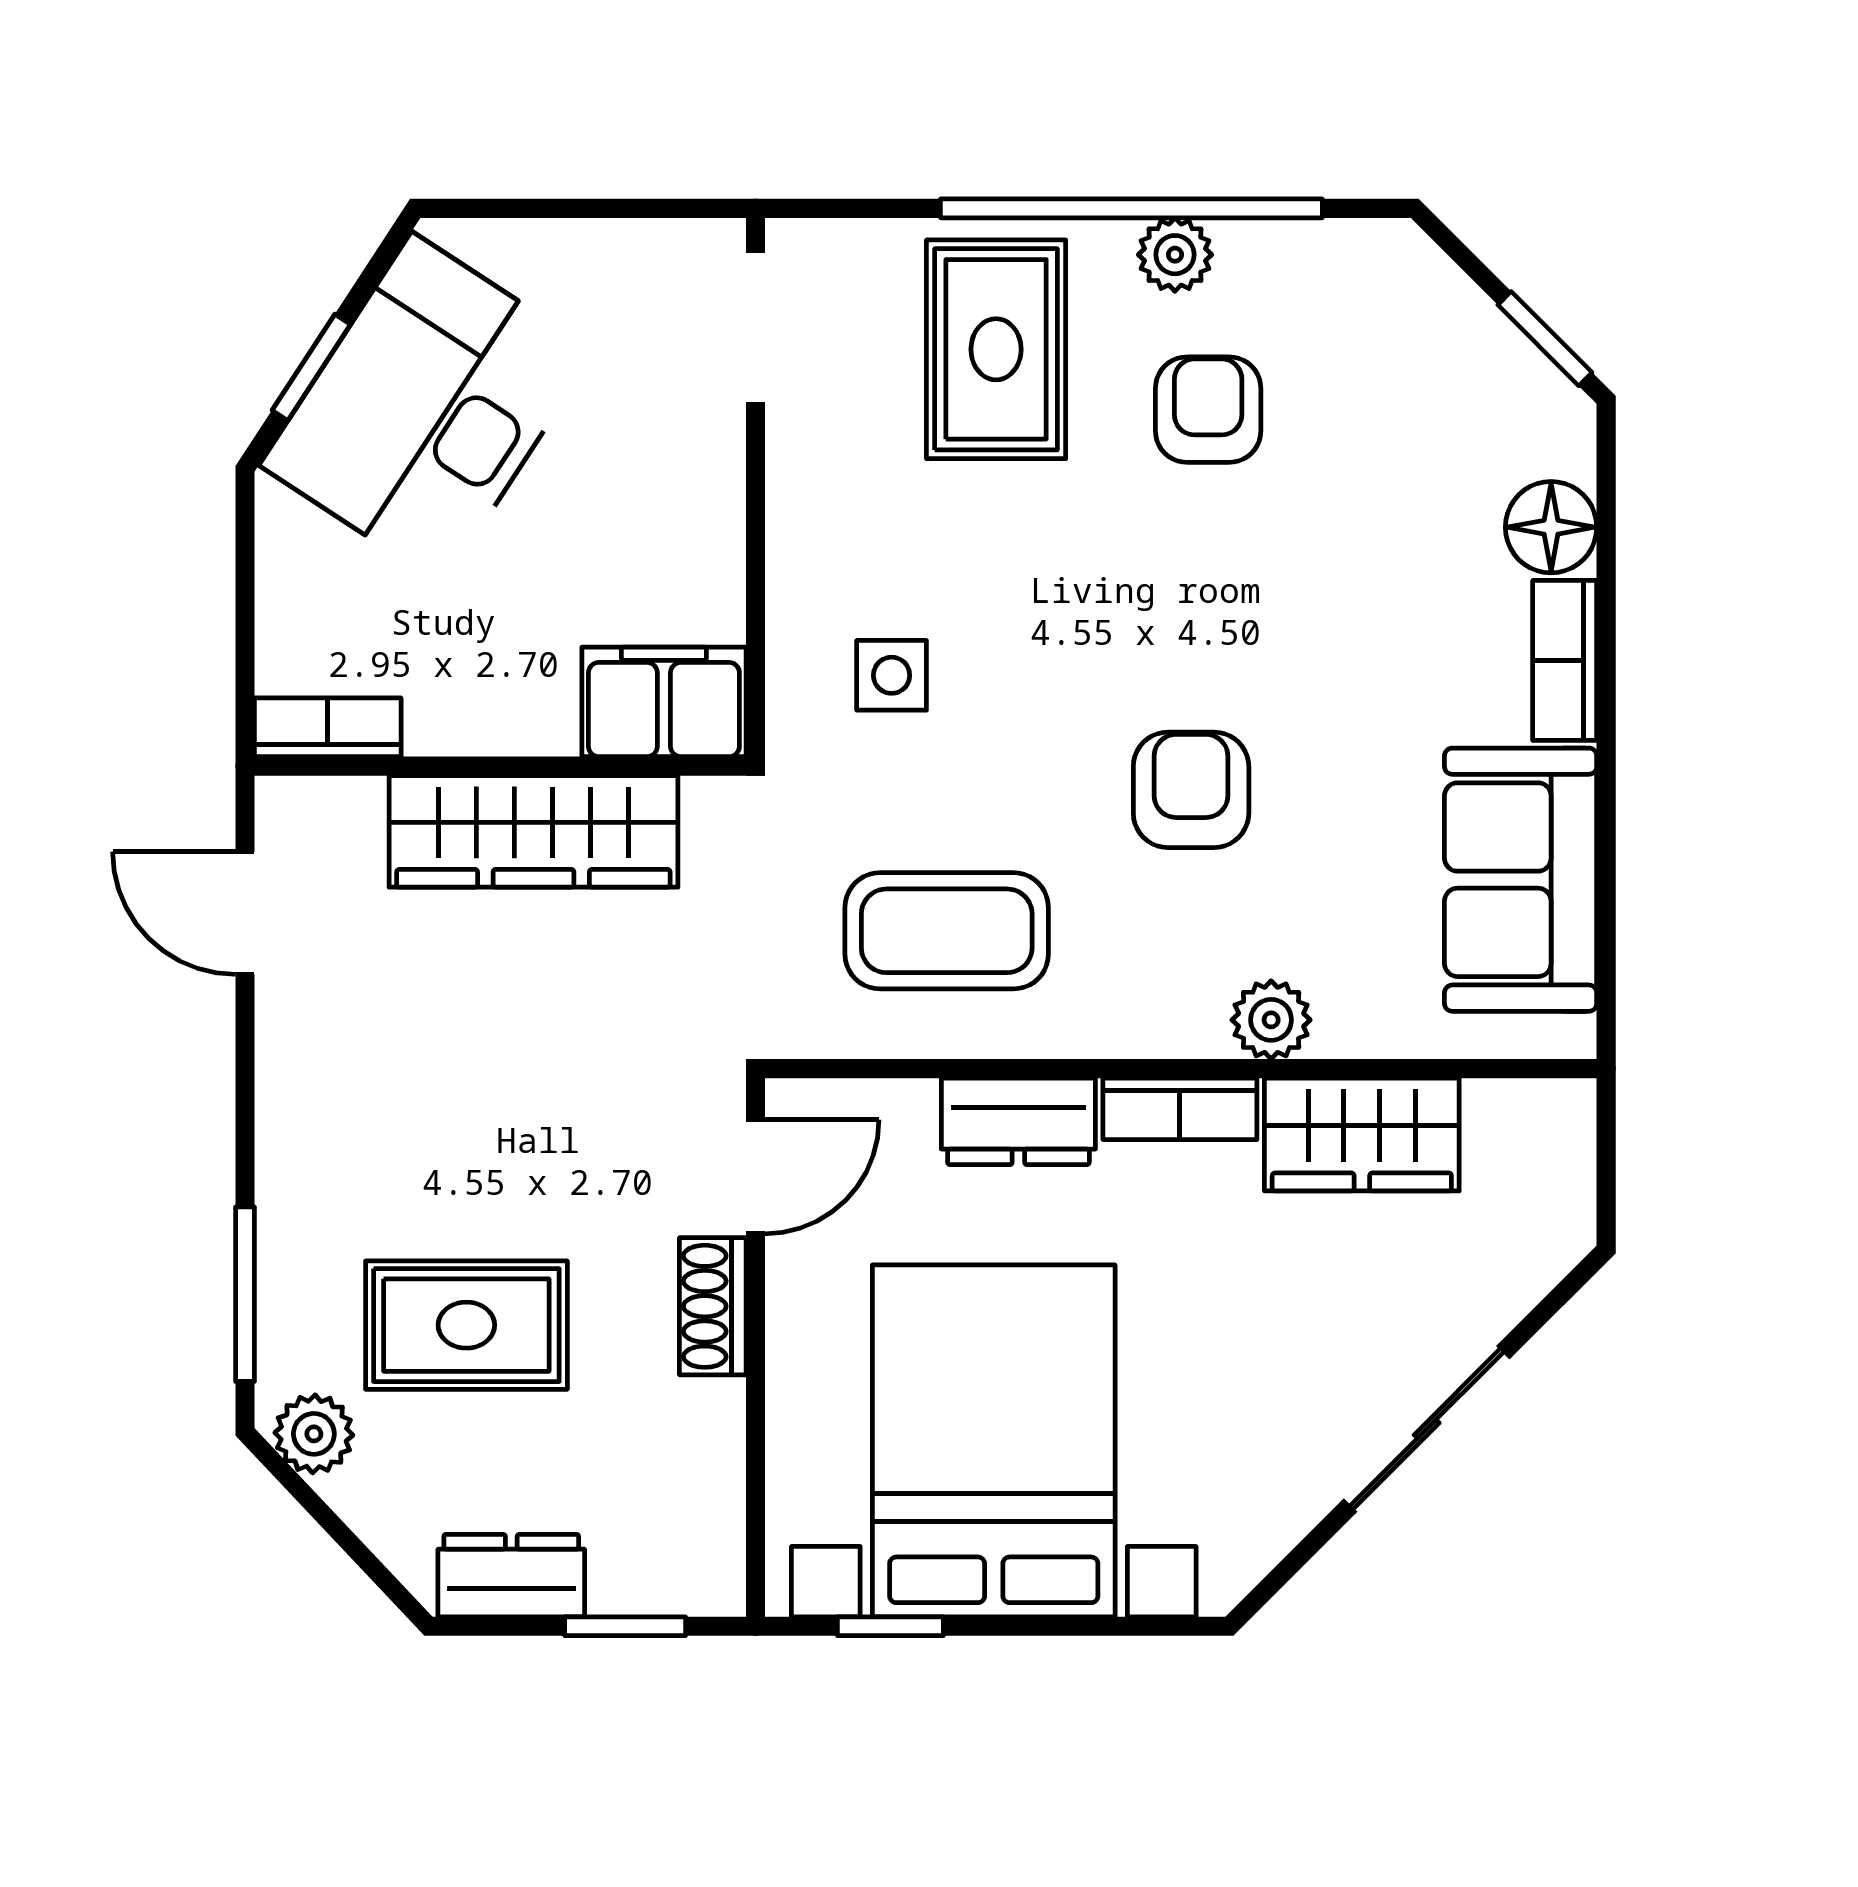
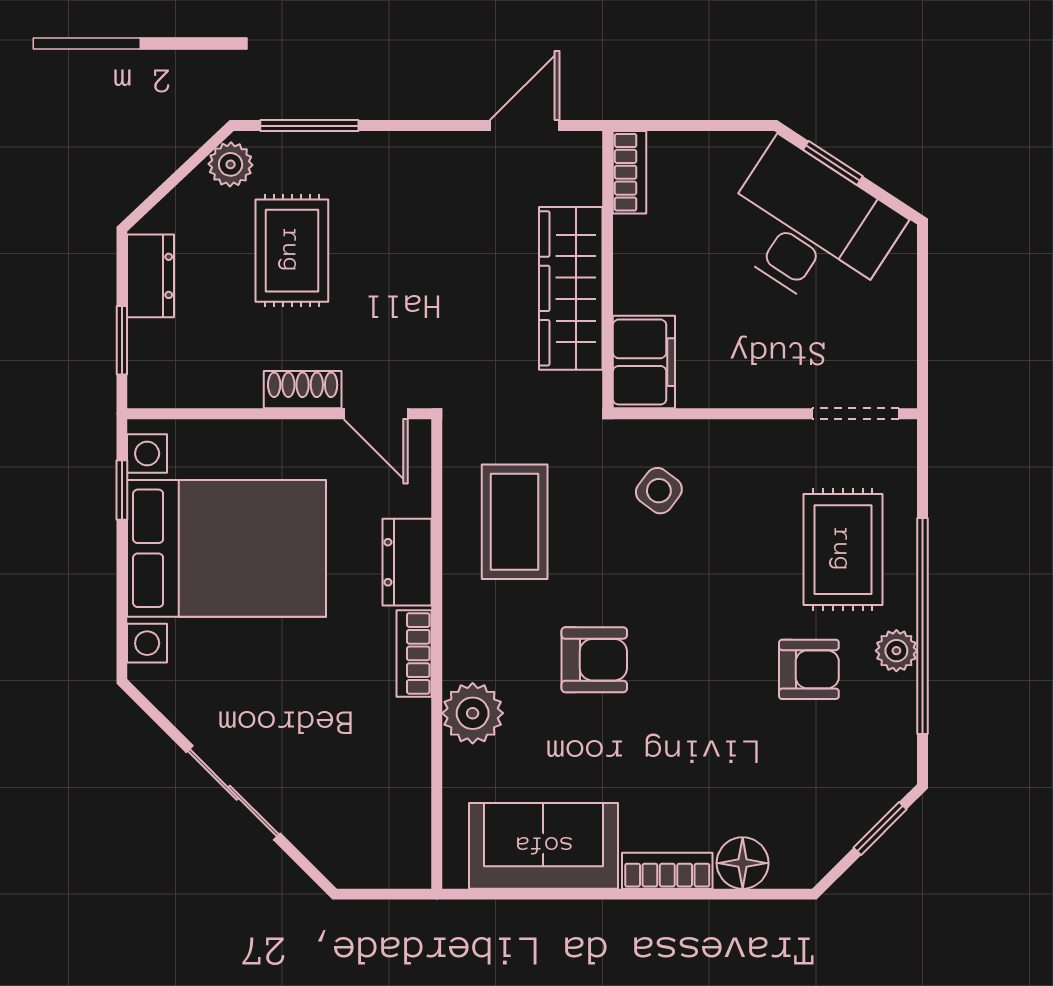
window: (1545, 339) -> (880, 829), moved
rug: (996, 349) -> (843, 550), turned 90
side table: (892, 675) -> (659, 491), turned 37
plant: (1271, 1020) -> (473, 713), width x1.38, depth x1.38
wardrobe: (1362, 1134) -> (400, 756), removed

